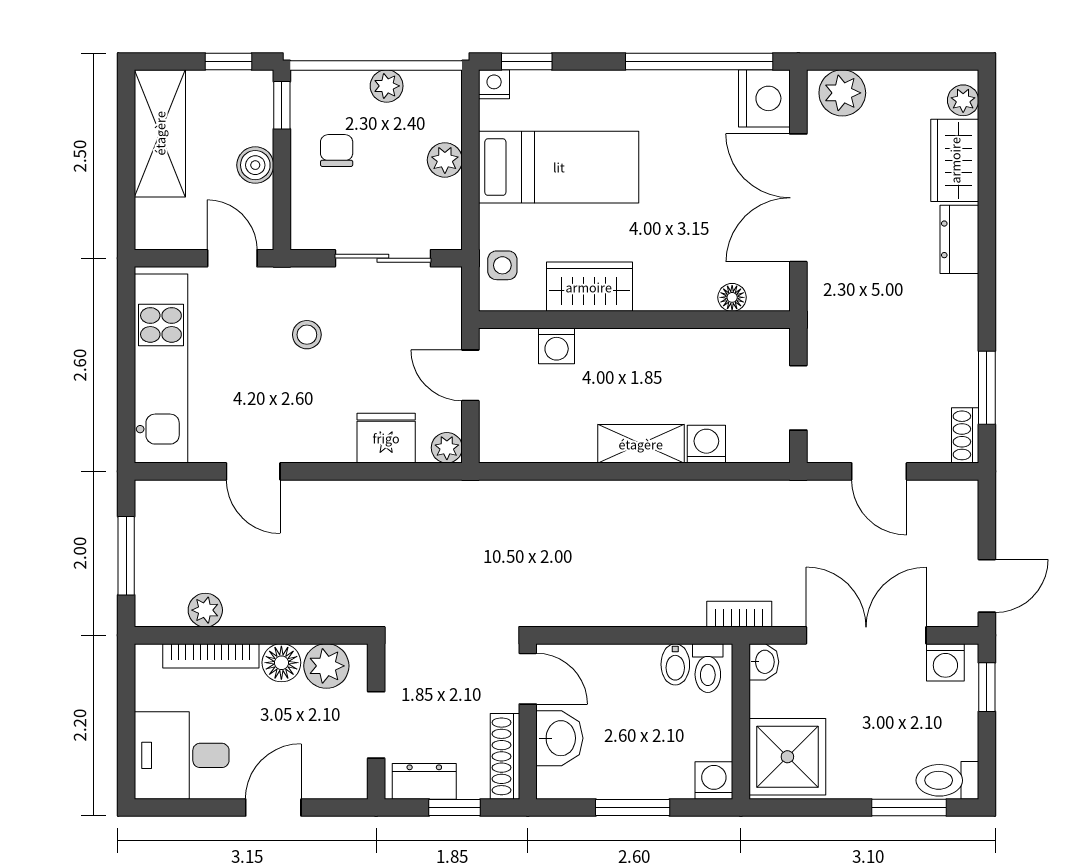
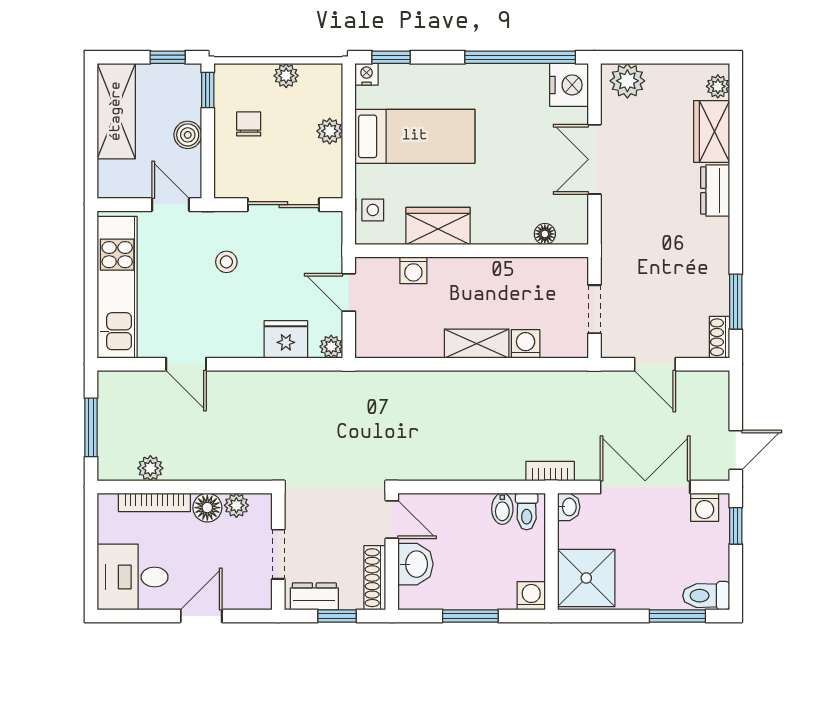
double door: (798, 198) -> (594, 159), width x0.73
plant: (326, 666) -> (236, 505), width x0.73, depth x0.73

